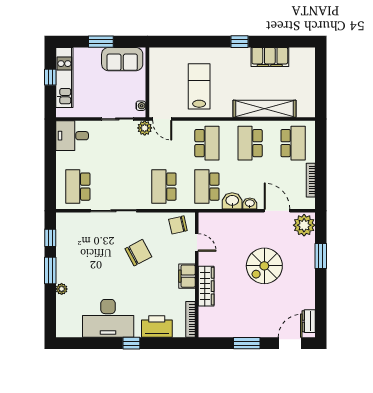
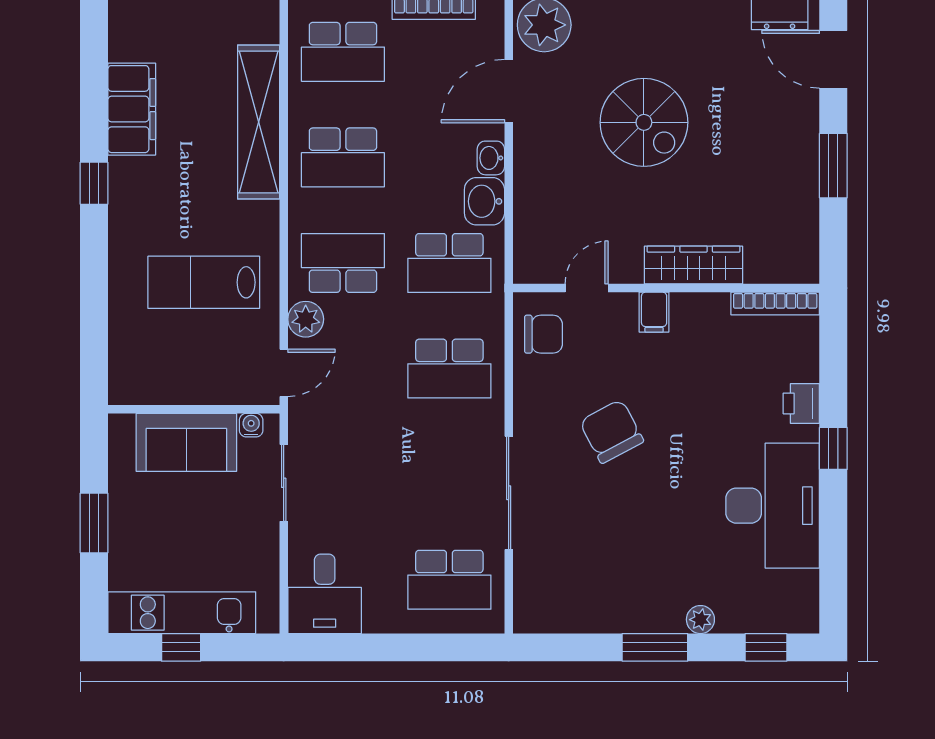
sofa: (122, 59) -> (186, 442), moved, turned 90
plant: (145, 128) -> (306, 319), moved
school desk: (293, 143) -> (343, 52), turned 180
chair: (178, 225) -> (543, 334), turned -77
window: (50, 238) -> (766, 647), moved
filing cabinet: (187, 276) -> (654, 312), width x0.50
printer: (157, 327) -> (801, 403), width x0.53, depth x0.68

